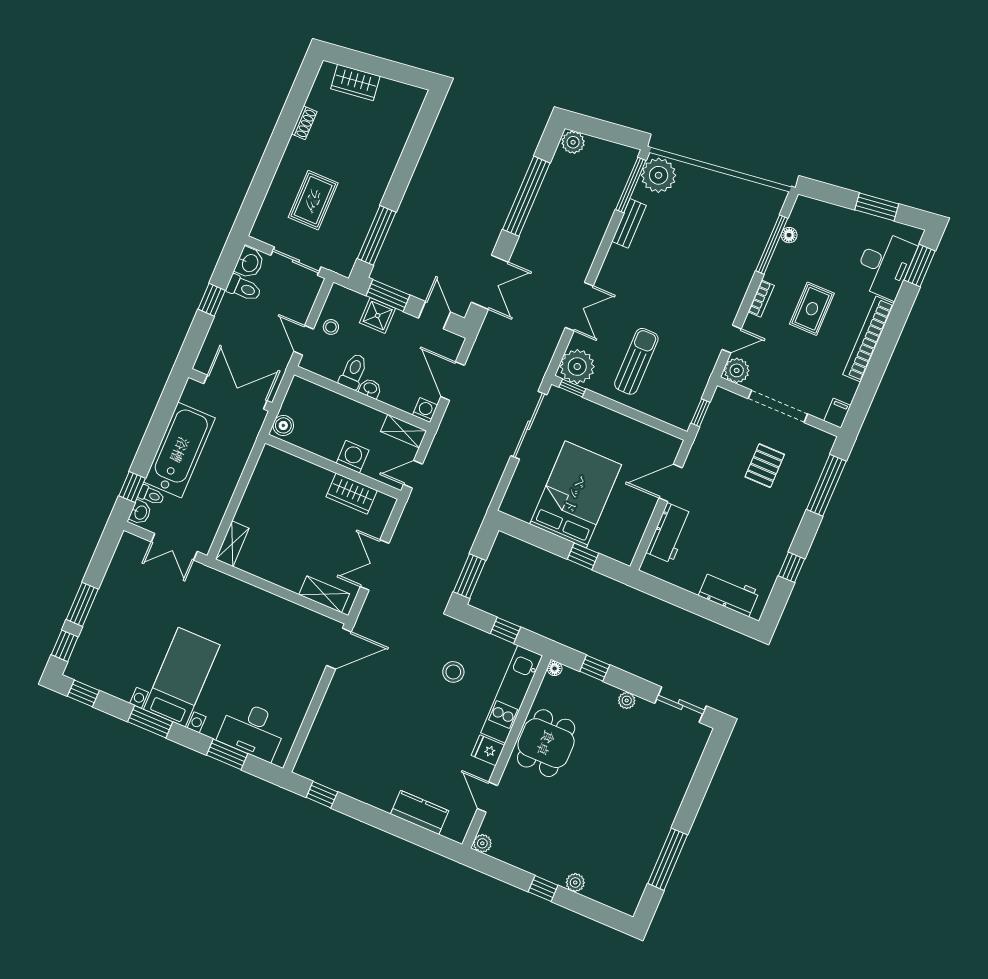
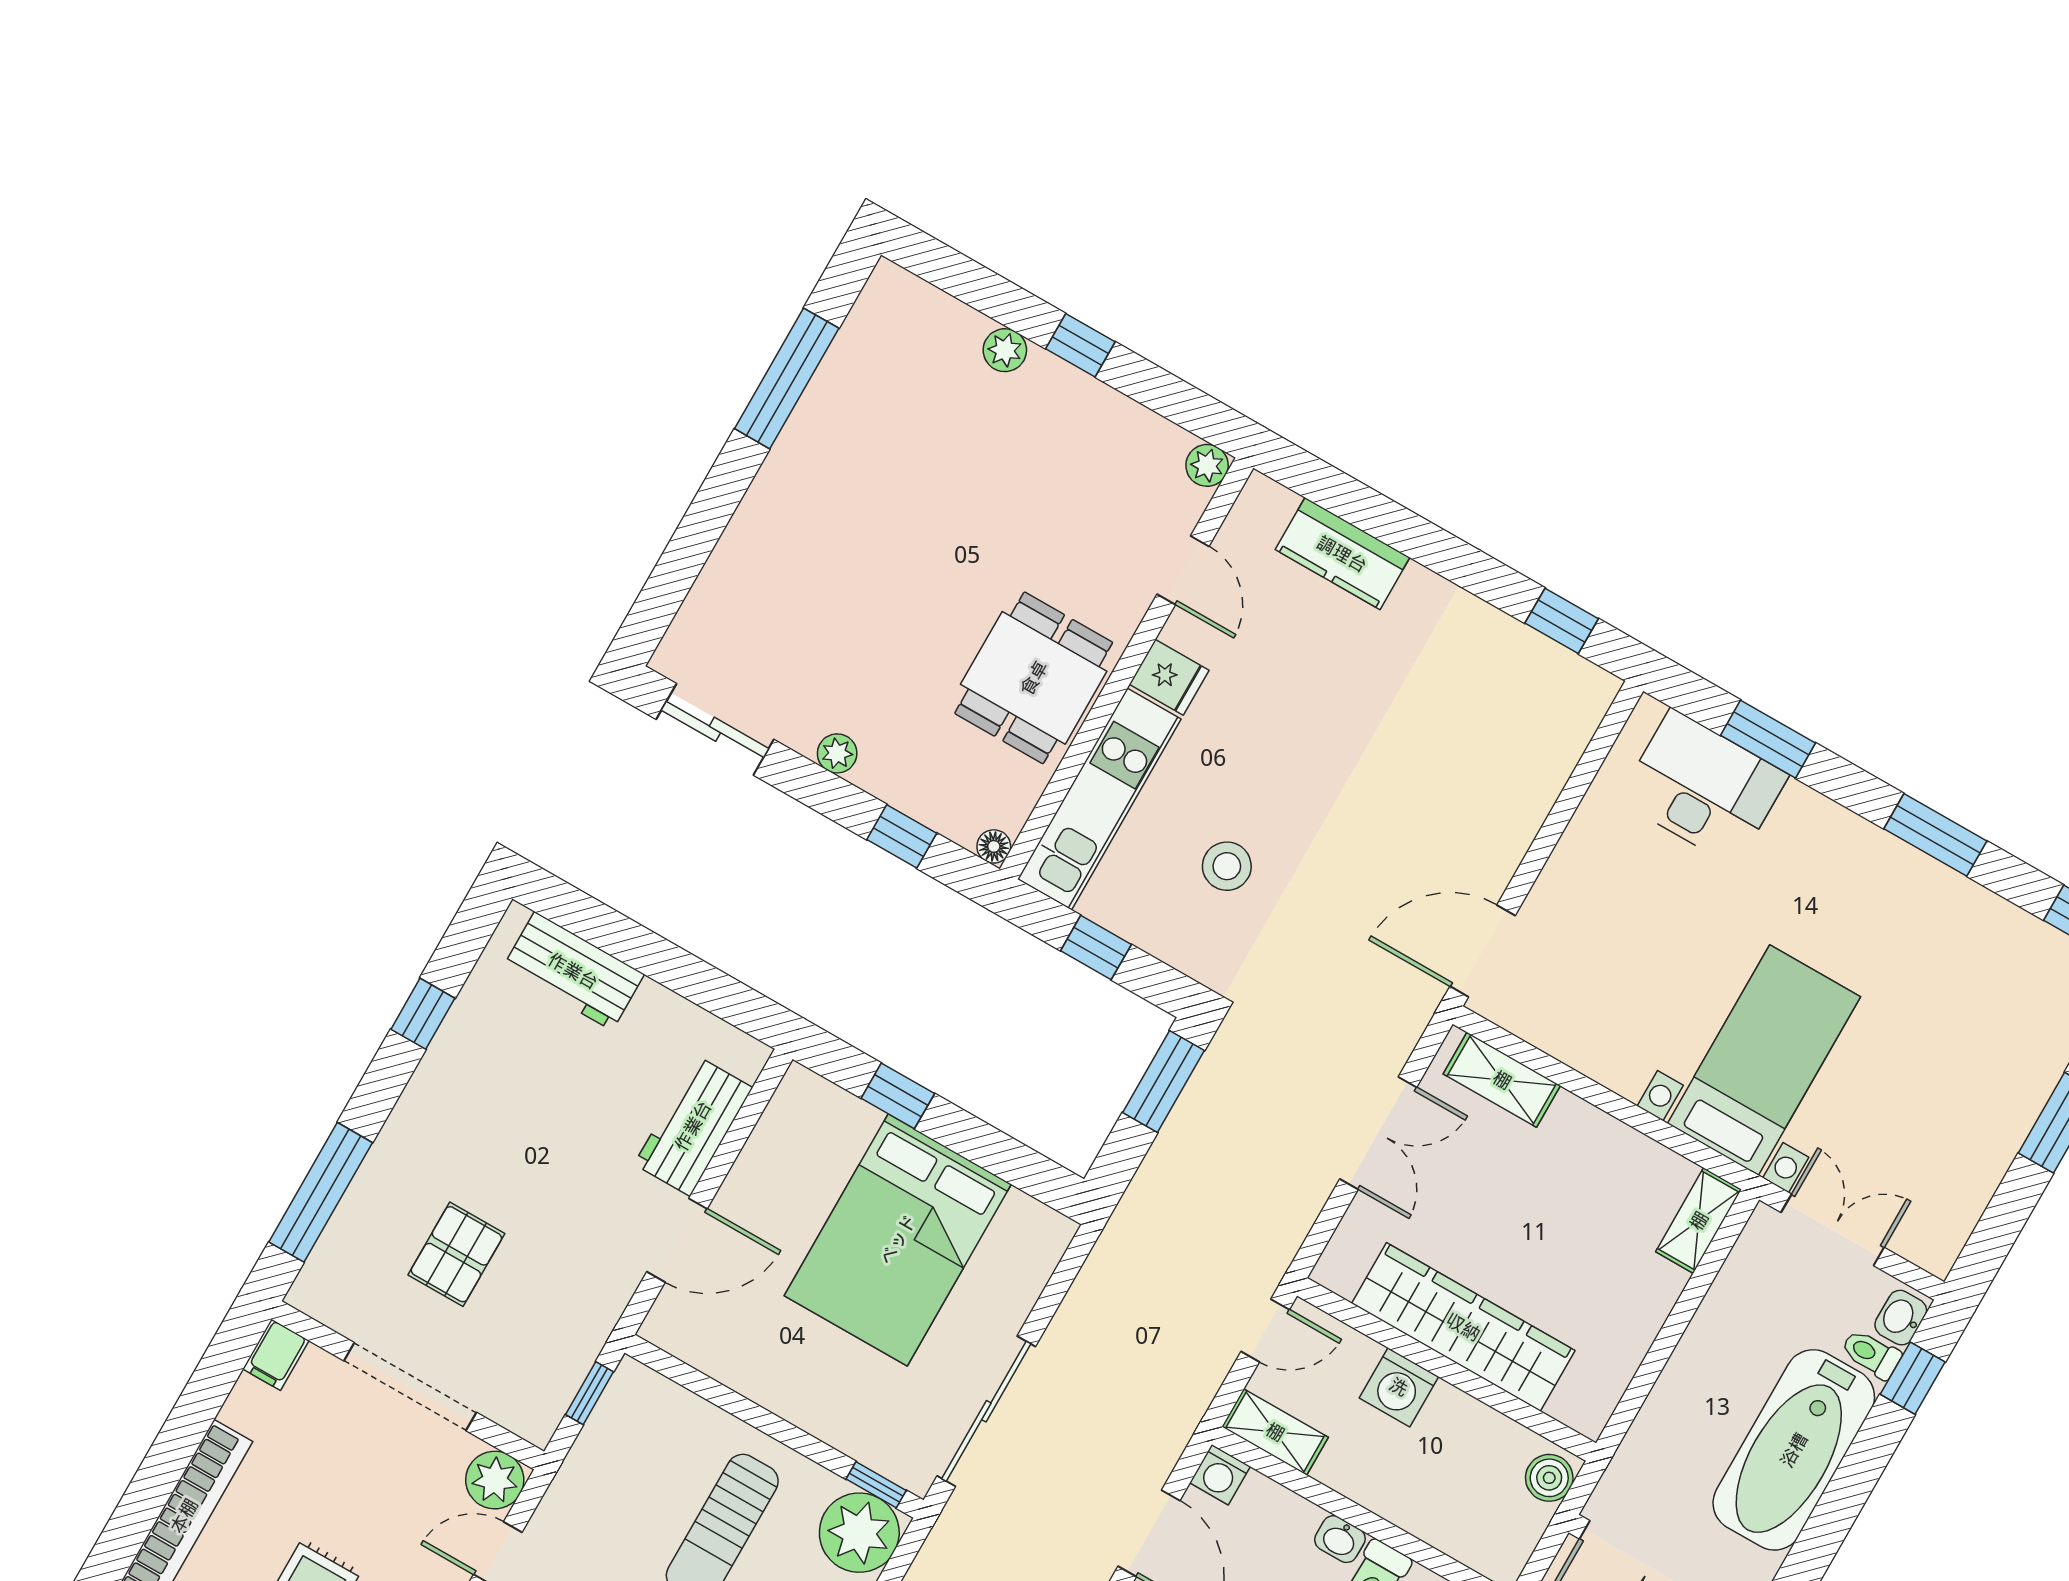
wardrobe: (352, 494) -> (1463, 1327), width x2.10, depth x1.17
bed with nightstands: (182, 677) -> (1764, 1060), moved, turned 180

